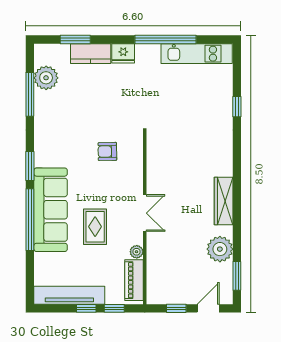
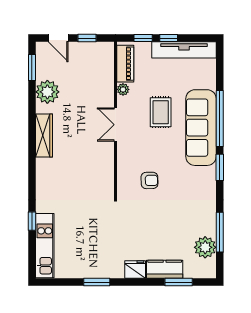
window: (165, 40) -> (97, 282), width x0.47
kitchen unit: (197, 54) -> (45, 246), moved, turned 90
door: (208, 308) -> (58, 38), hinge flipped

